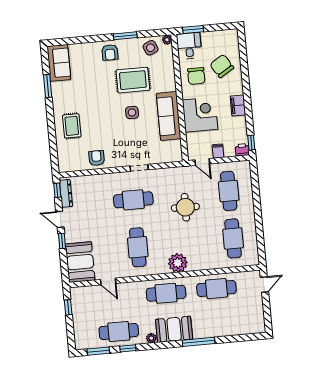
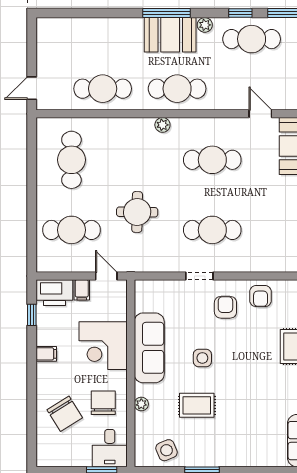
plant: (167, 40) -> (141, 404), moved
armchair: (110, 52) -> (225, 307), moved
rug: (133, 80) -> (197, 405), width x0.73, depth x0.70
filing cabinet: (238, 105) -> (46, 354), width x0.50
window: (251, 143) -> (32, 315), moved
printer: (242, 150) -> (54, 293), width x1.87, depth x1.48
cafe table: (229, 191) -> (71, 230), turned 90
cafe table: (138, 247) -> (212, 160), turned 90
plant: (178, 263) -> (162, 125), width x0.53, depth x0.53
window: (199, 342) -> (166, 13), moved

